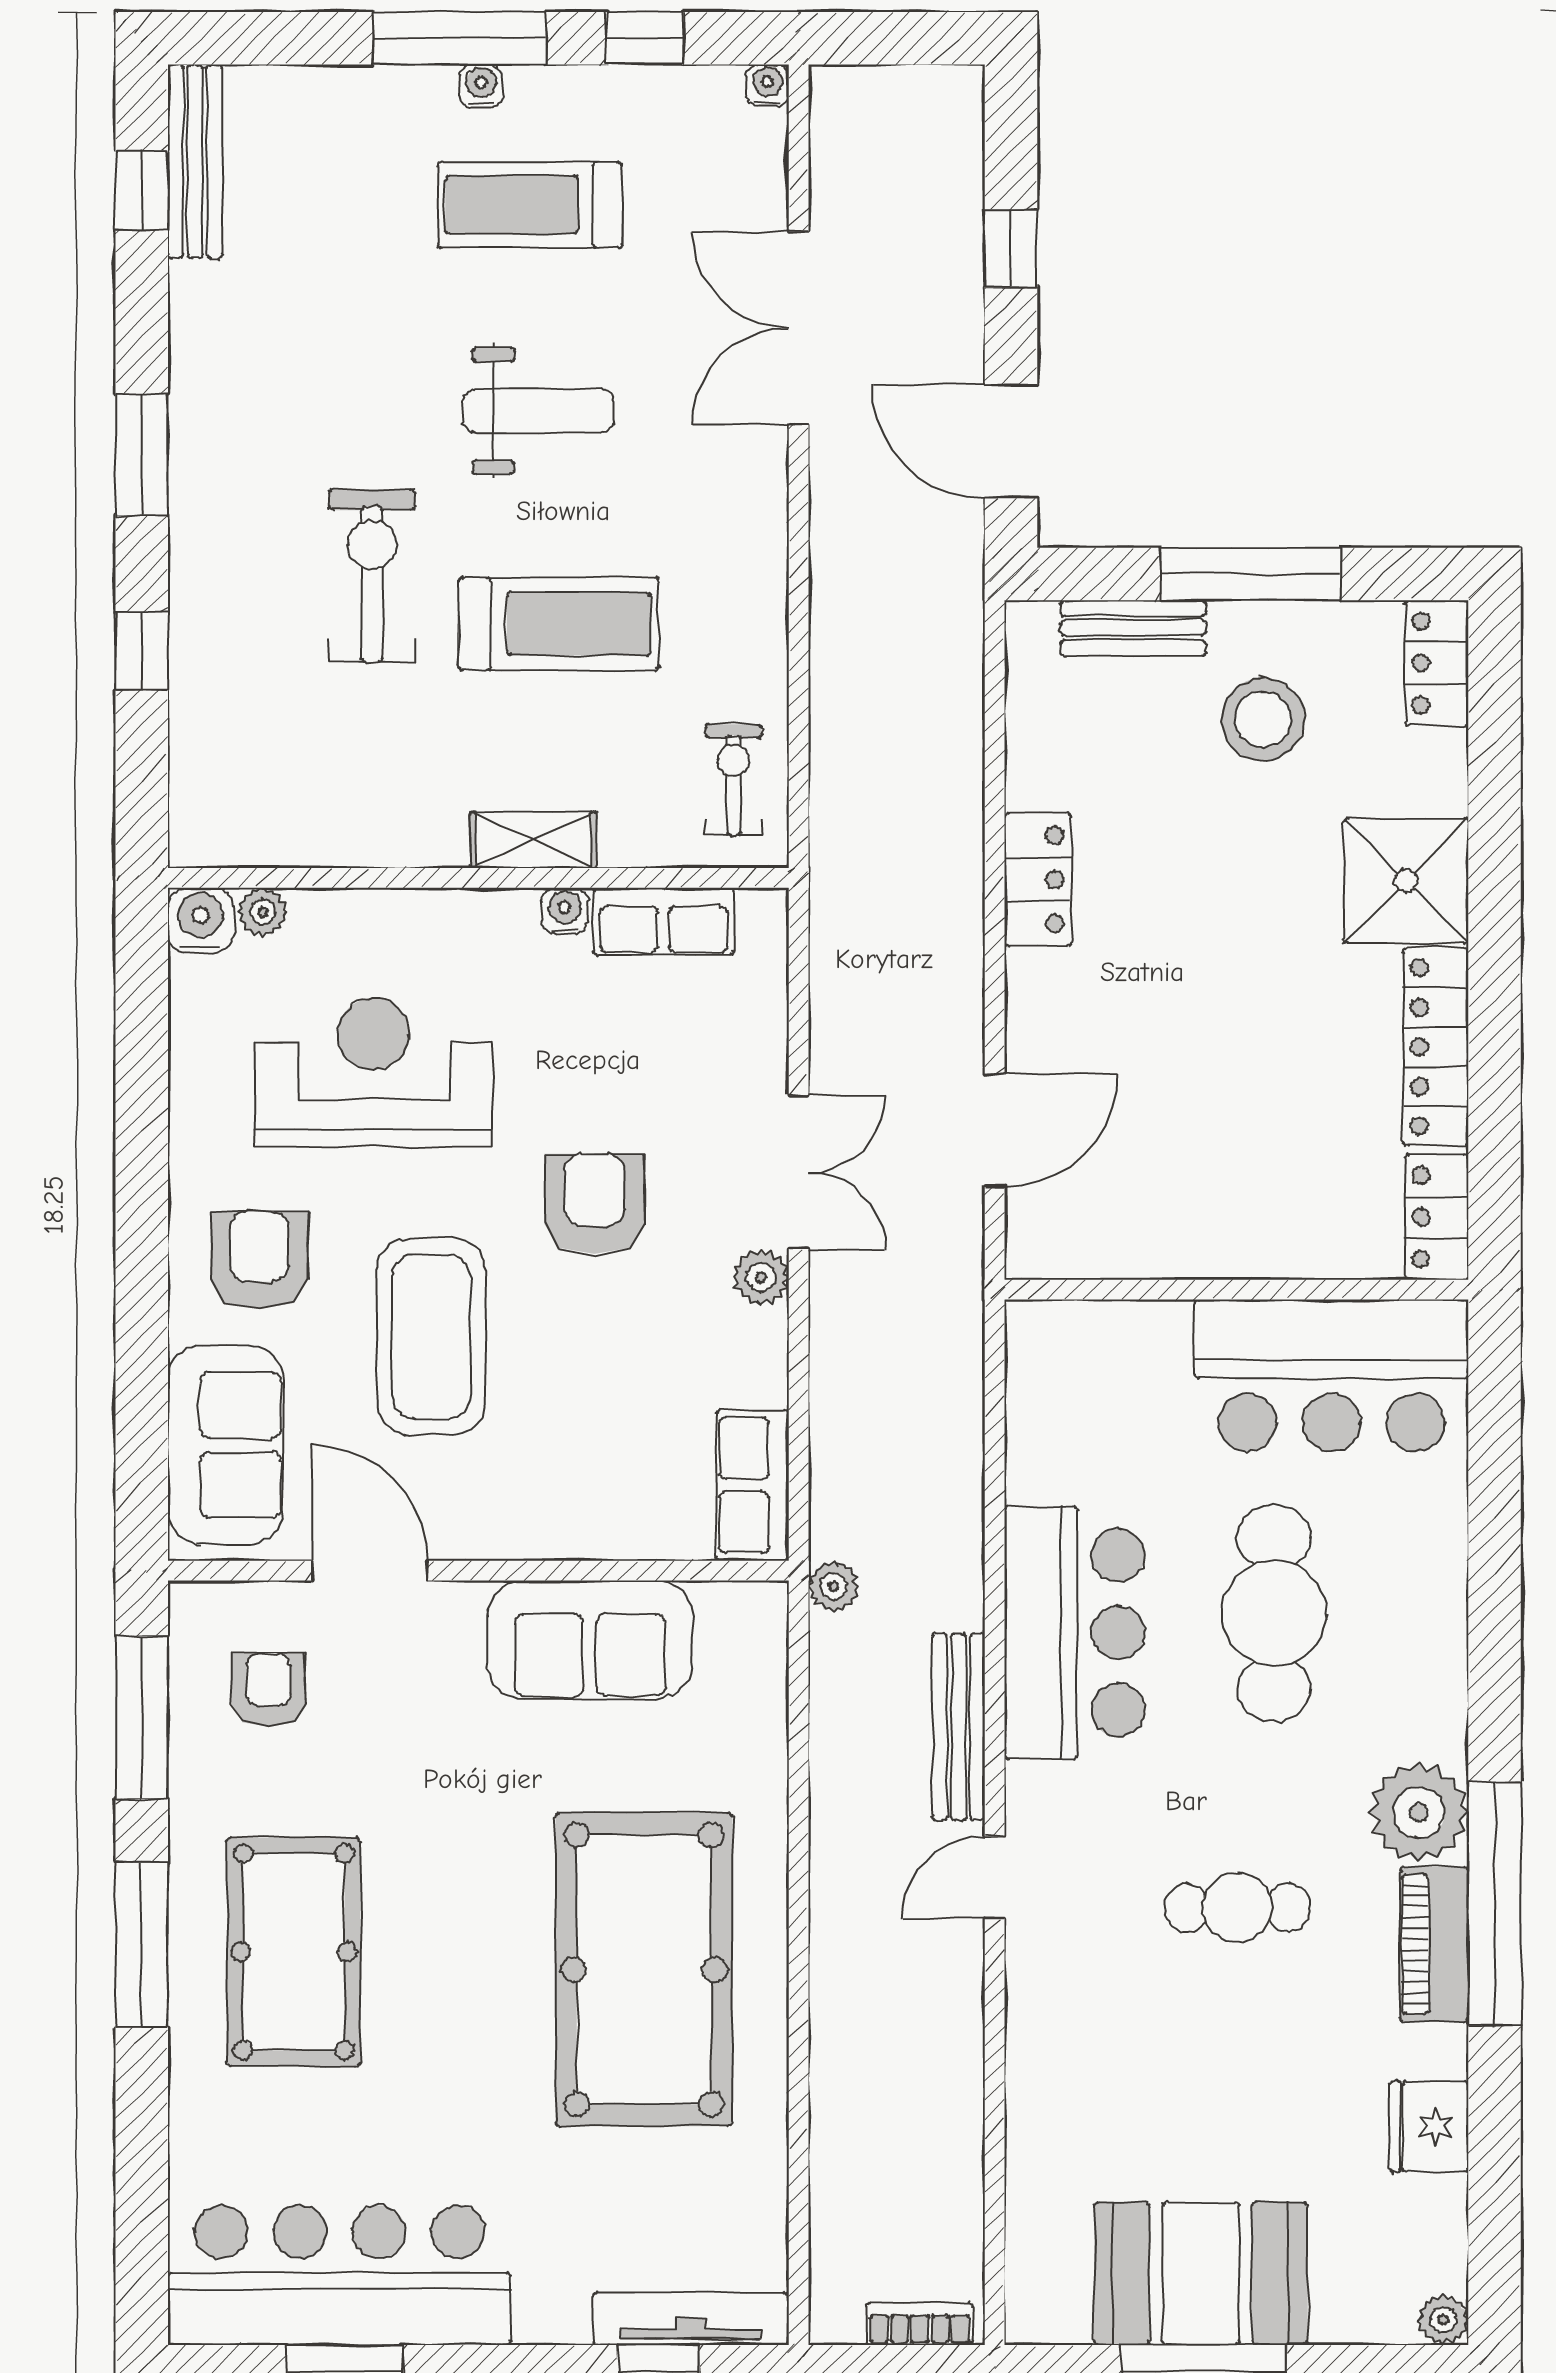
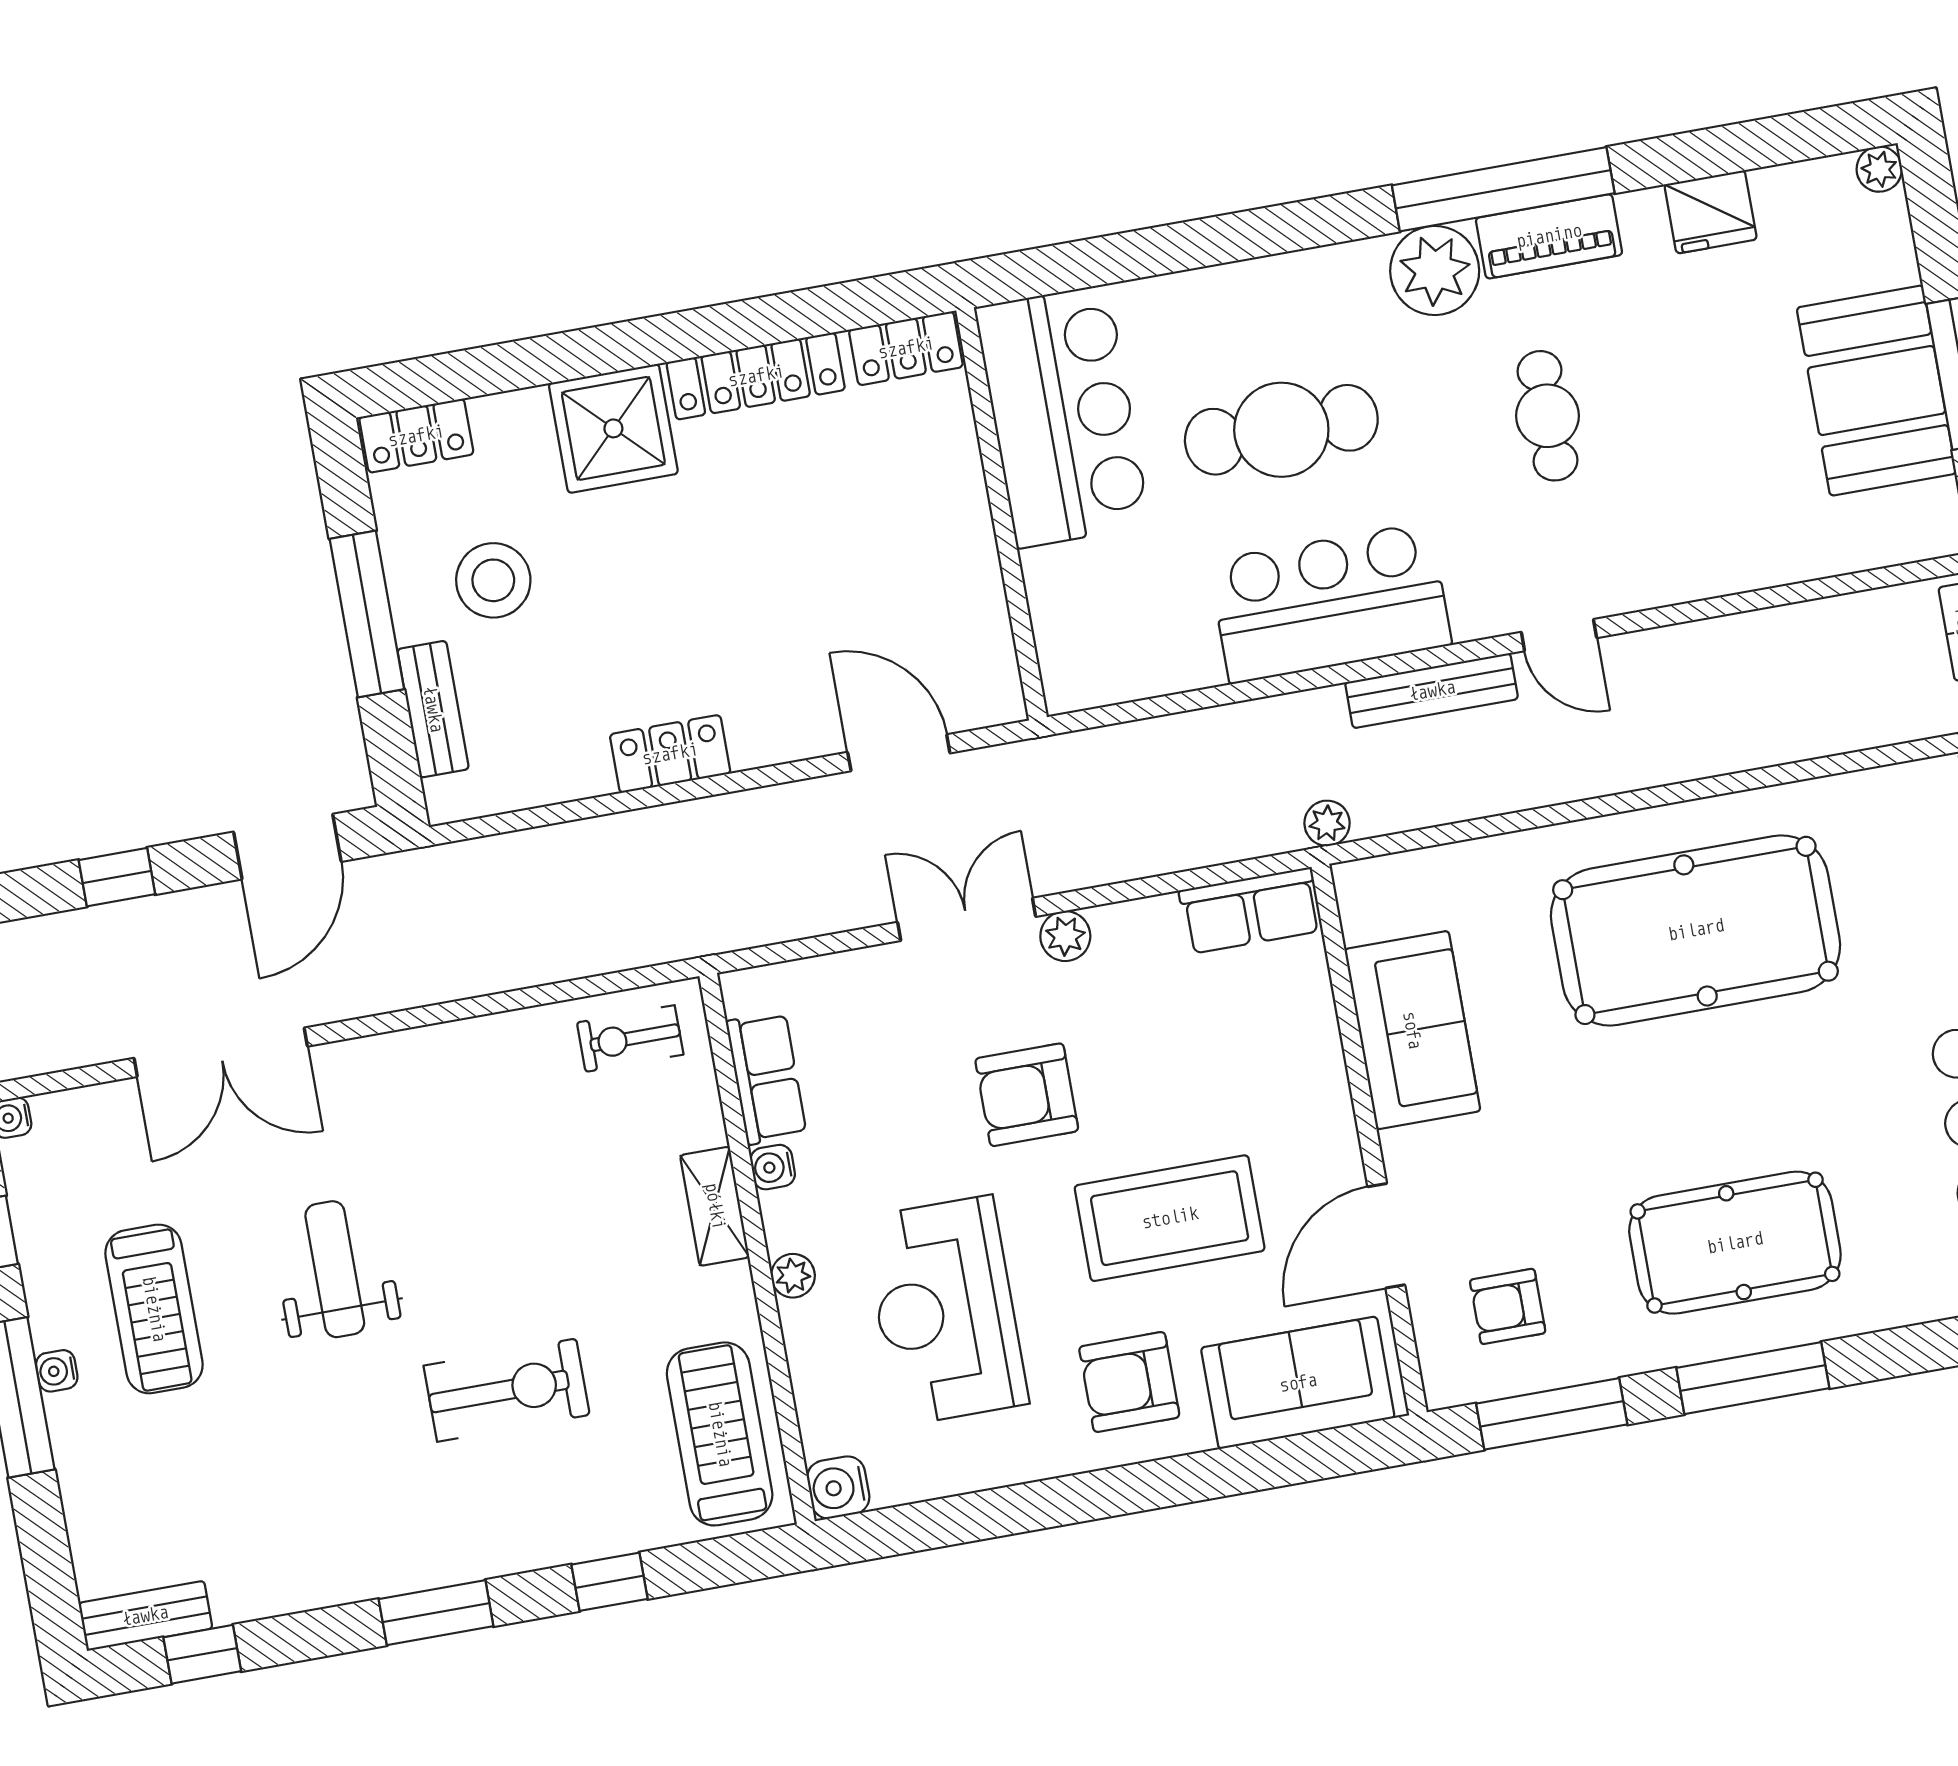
bench: (195, 161) -> (145, 1616), width x0.73
exercise bike: (372, 576) -> (507, 1390), turned 180
treadmill: (559, 624) -> (720, 1434), moved
plant: (263, 912) -> (793, 1276), moved

